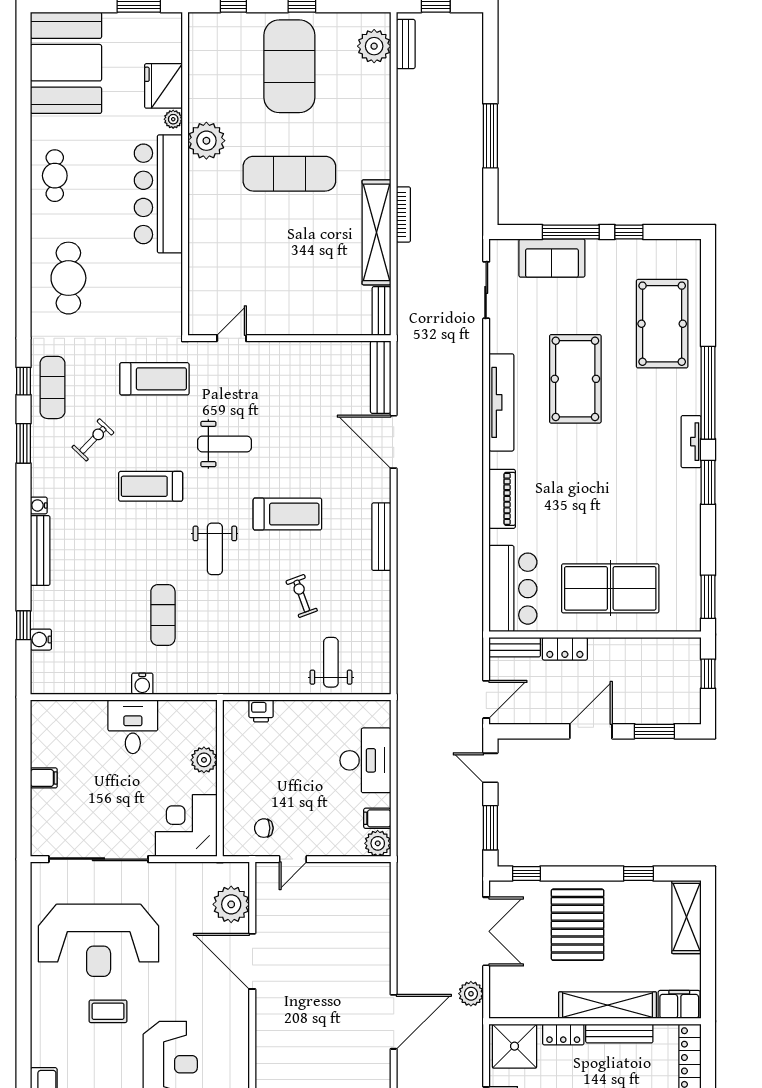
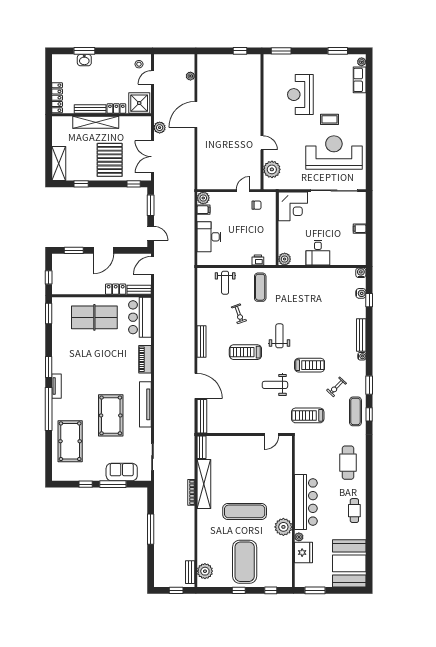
exercise mat: (163, 615) -> (260, 287), moved
water cooler: (142, 684) -> (361, 273), moved
plant: (204, 760) -> (285, 259), moved
door: (252, 961) -> (262, 143), width x0.53
filing cabinet: (679, 1004) -> (62, 123), removed

